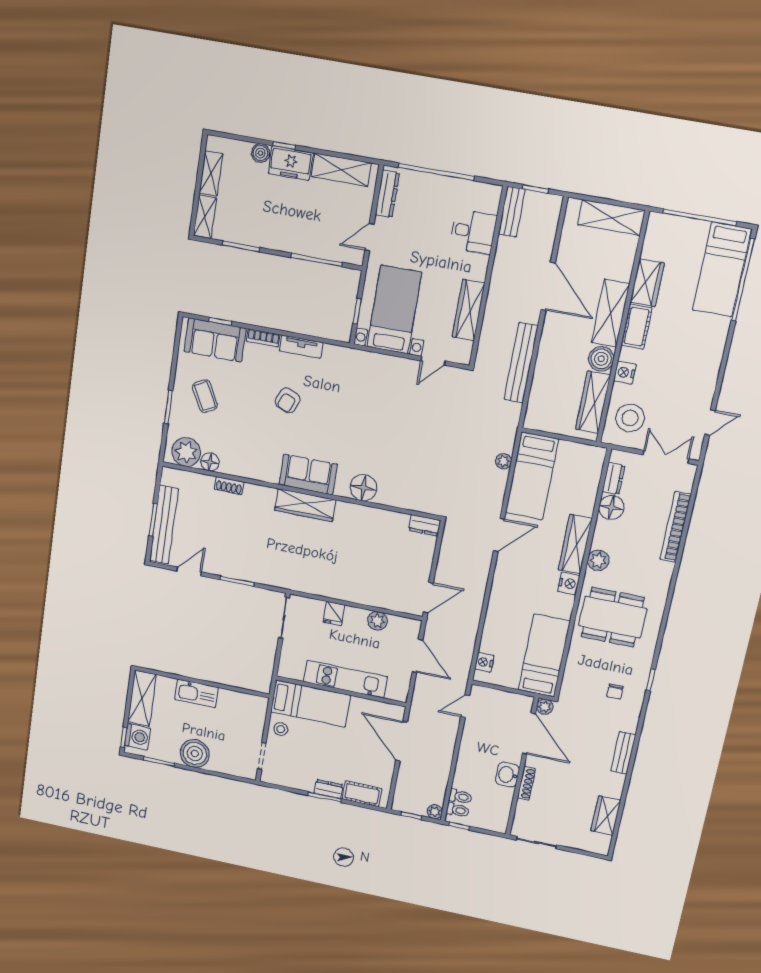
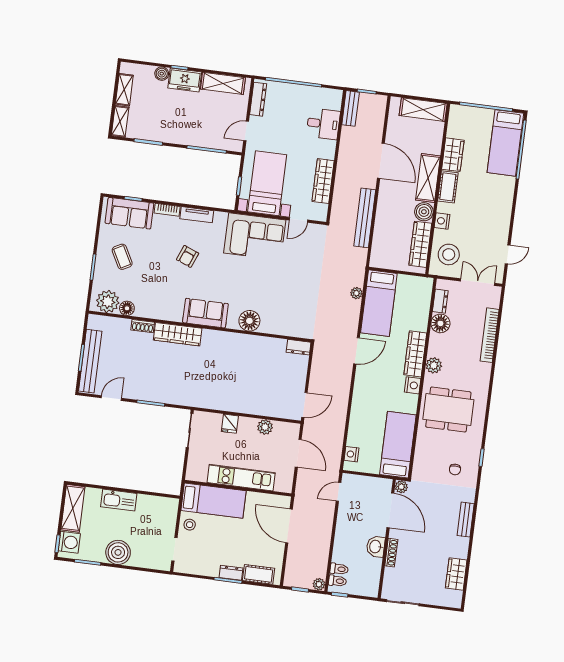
corner sofa: (375, 380) -> (255, 237), added
wardrobe: (305, 505) -> (178, 334), moved

